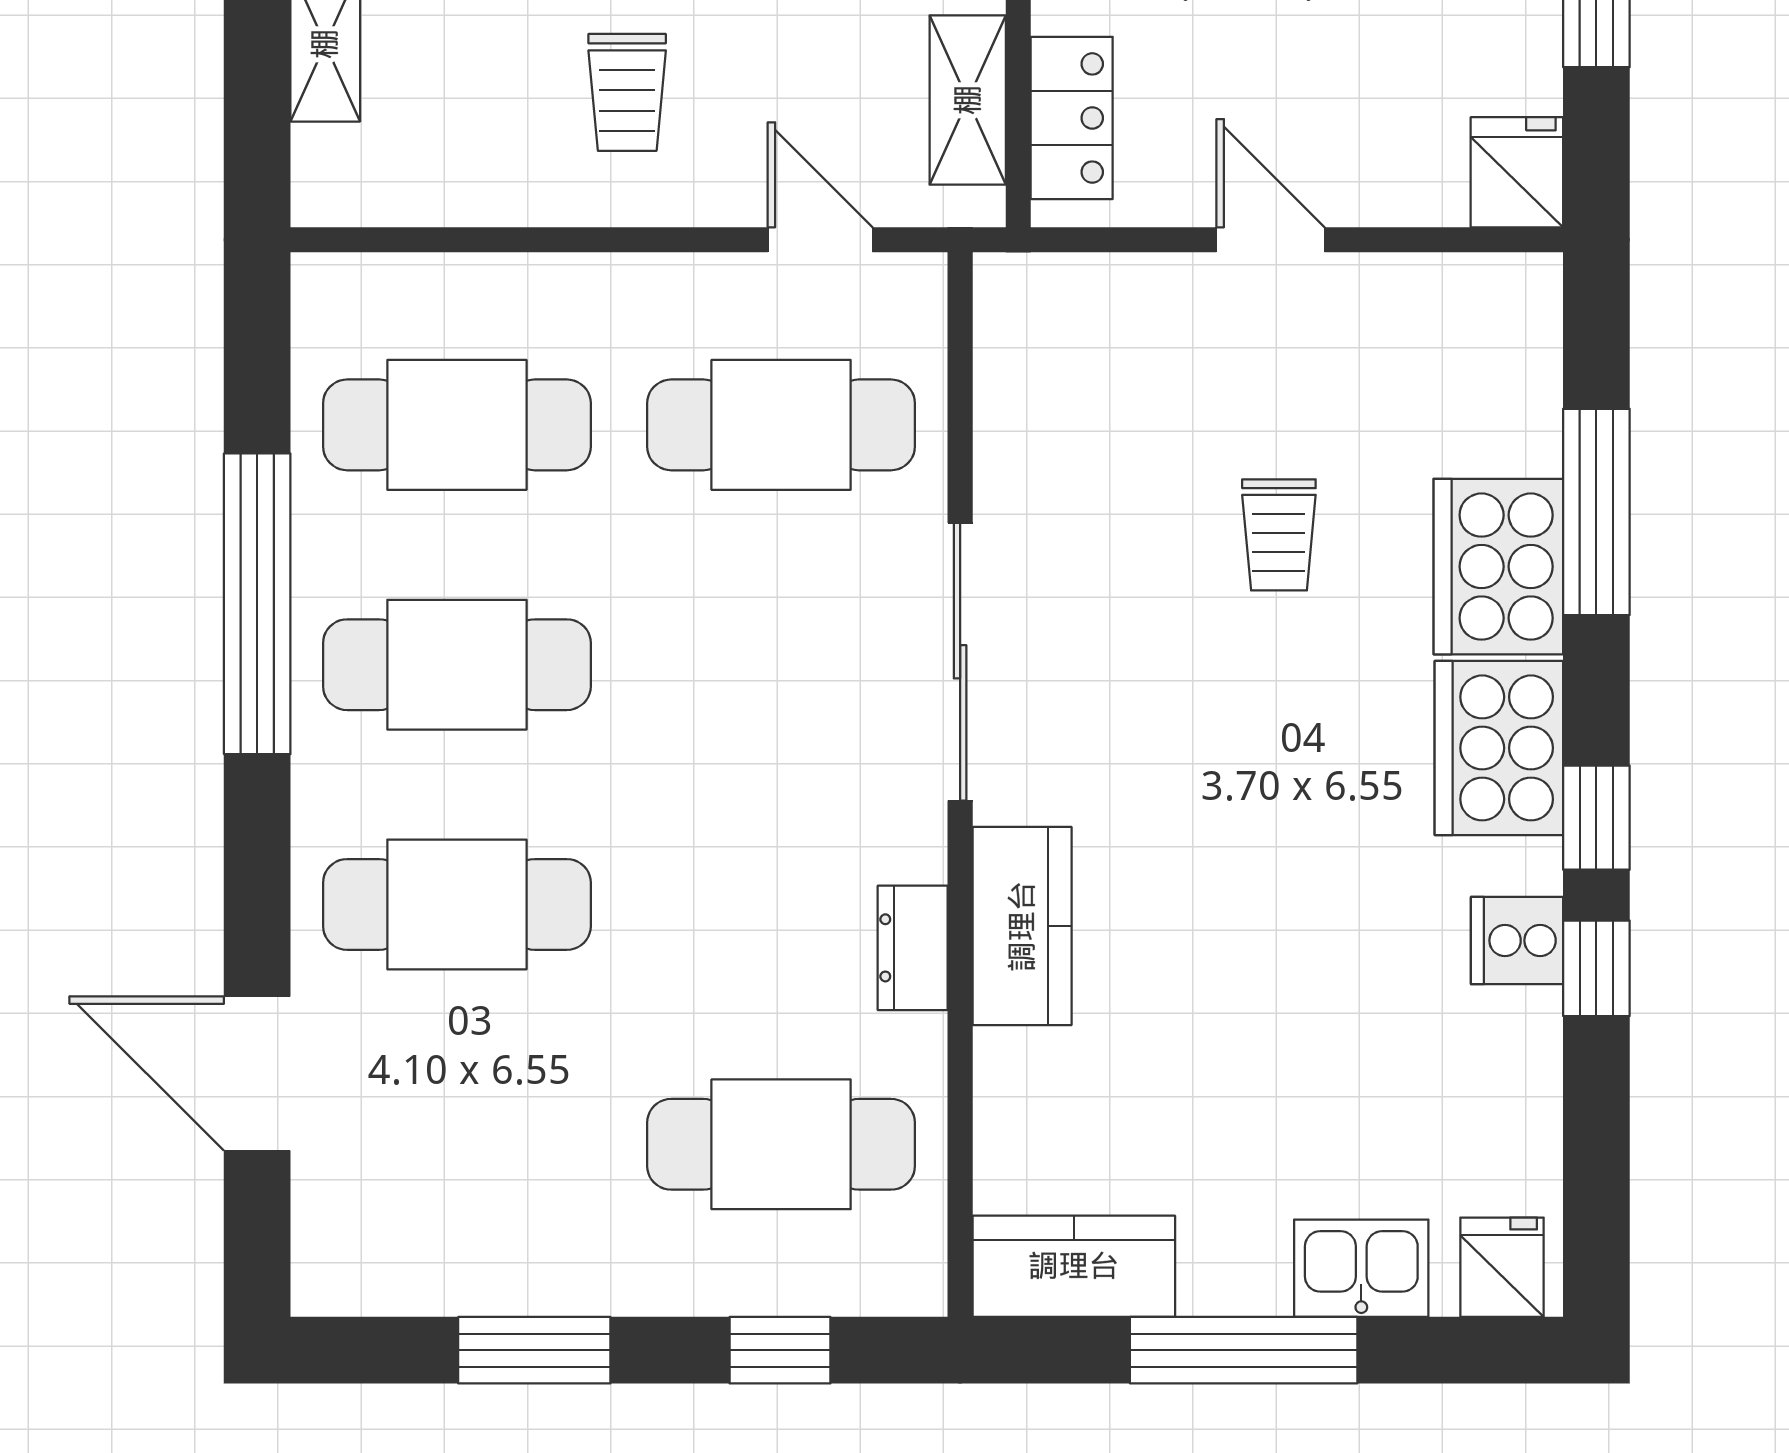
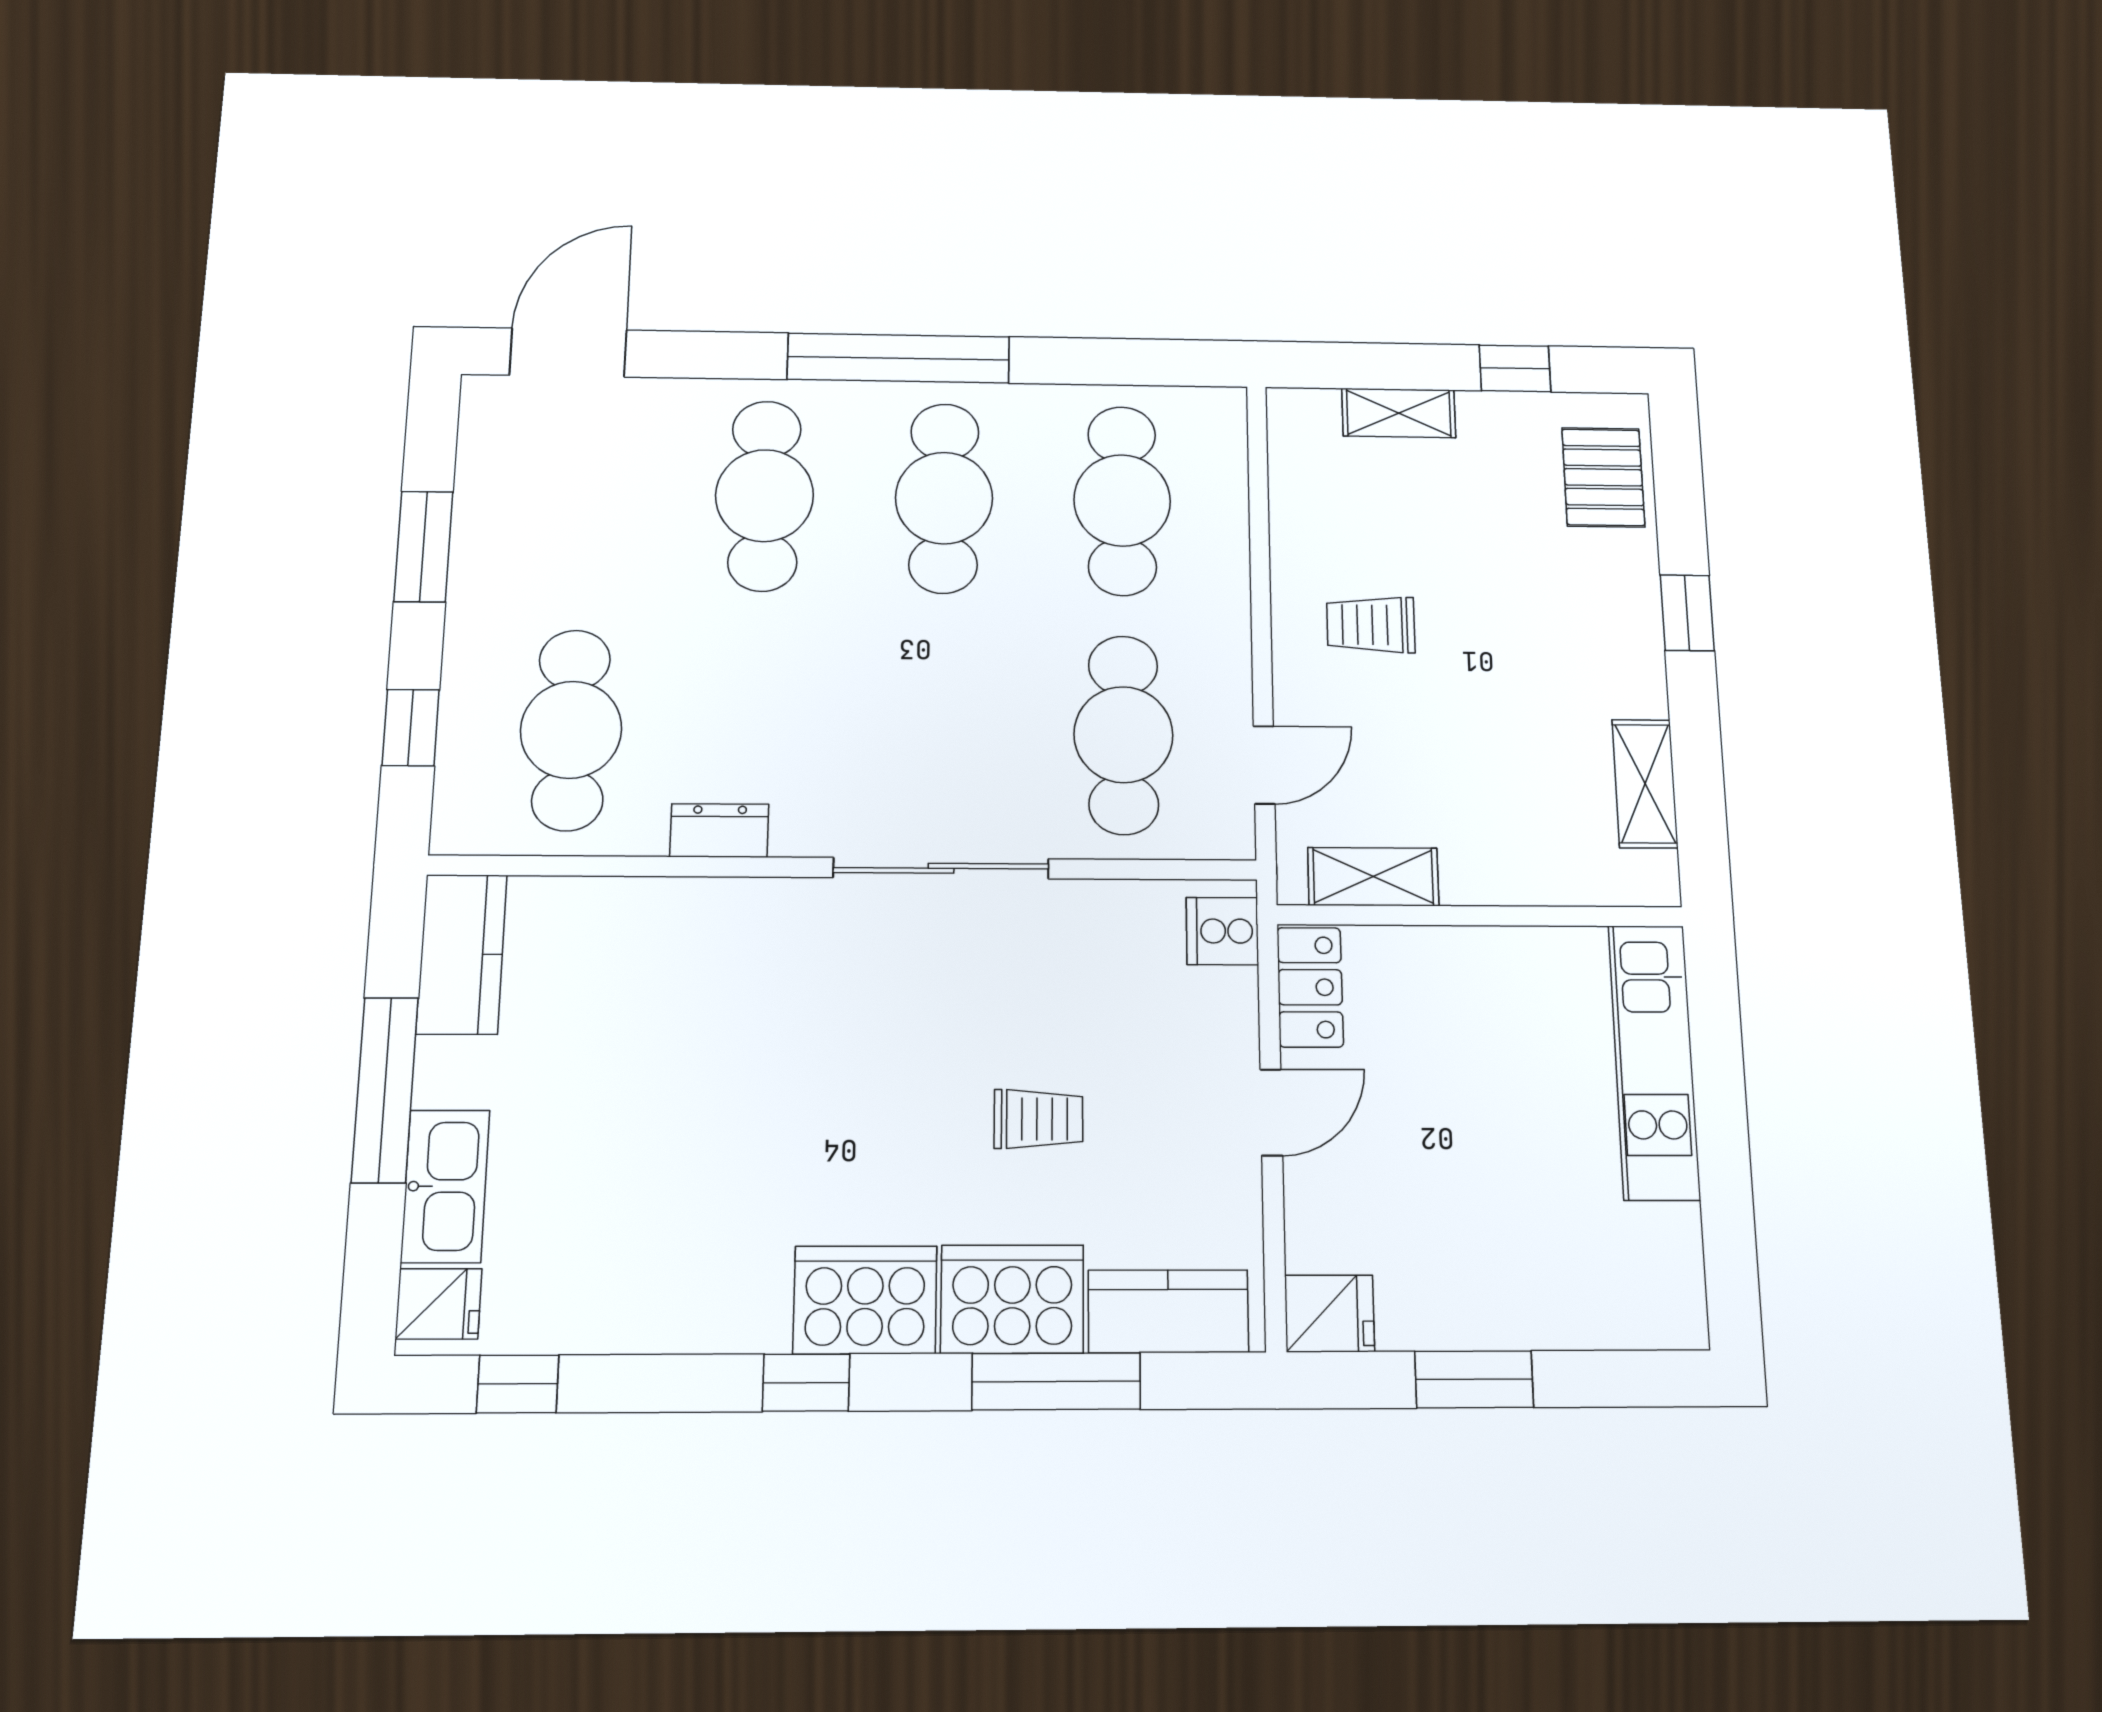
locker: (1072, 118) -> (1310, 987), moved, turned -90
trolley: (1279, 535) -> (1038, 1119), turned 180
window: (257, 604) -> (899, 358), moved
kitchen counter: (1022, 926) -> (1168, 1311), moved, turned 180
cooker: (1517, 940) -> (1222, 931), moved, turned -90
window: (1596, 968) -> (518, 1384), moved
door: (257, 1074) -> (568, 353), moved
kitchen sink: (1361, 1268) -> (445, 1186), width x1.38

